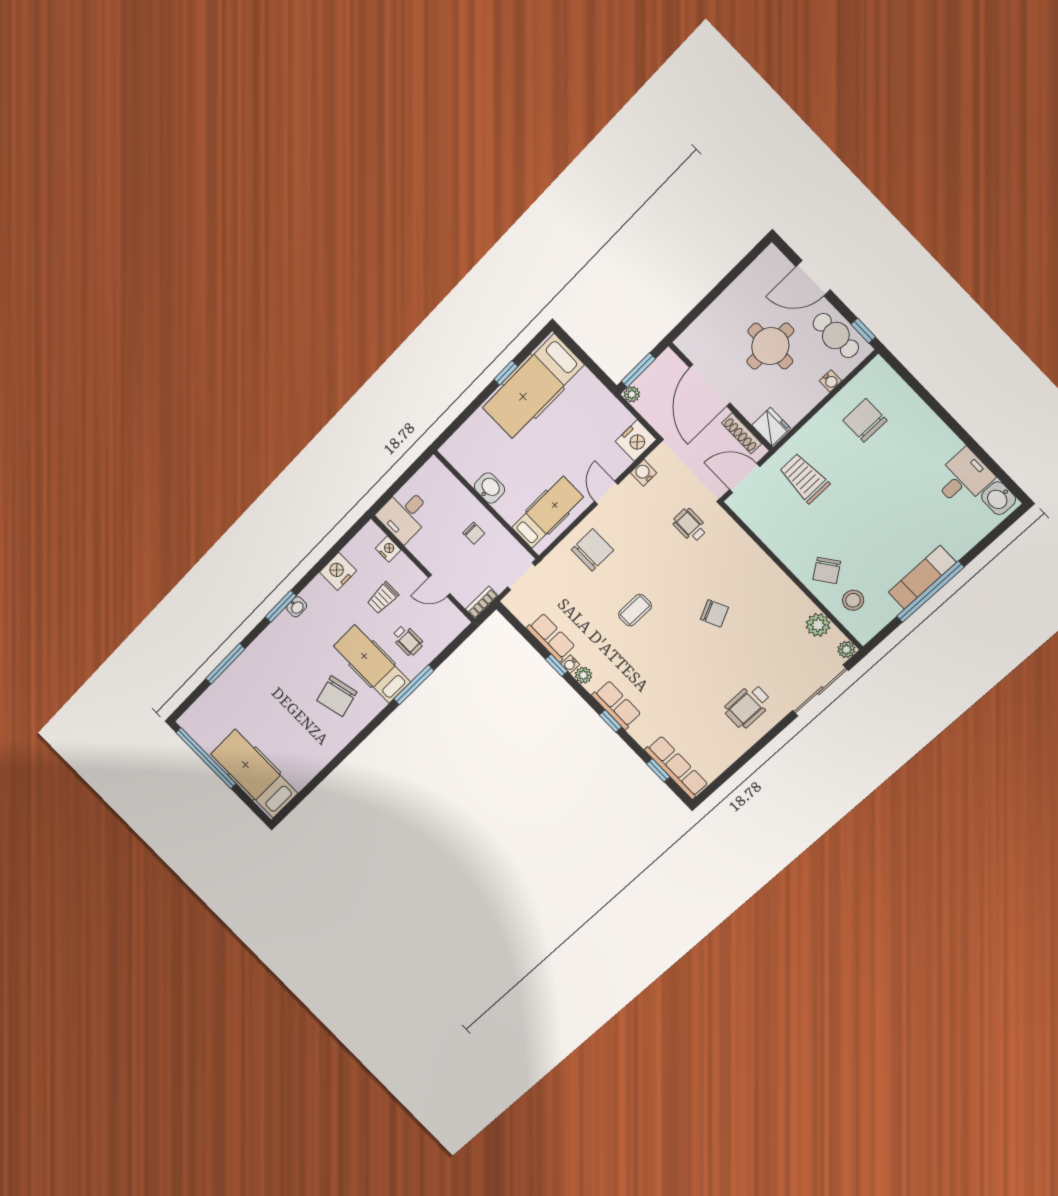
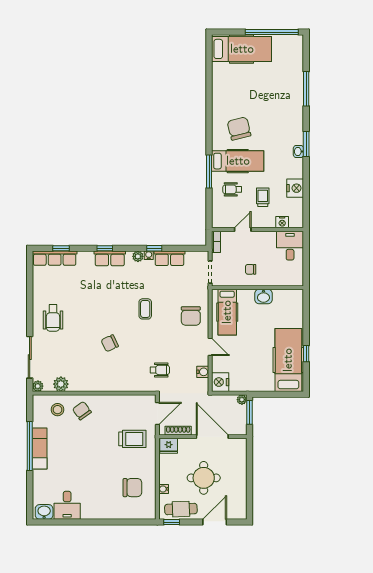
wheelchair: (748, 706) -> (53, 318), turned 180

